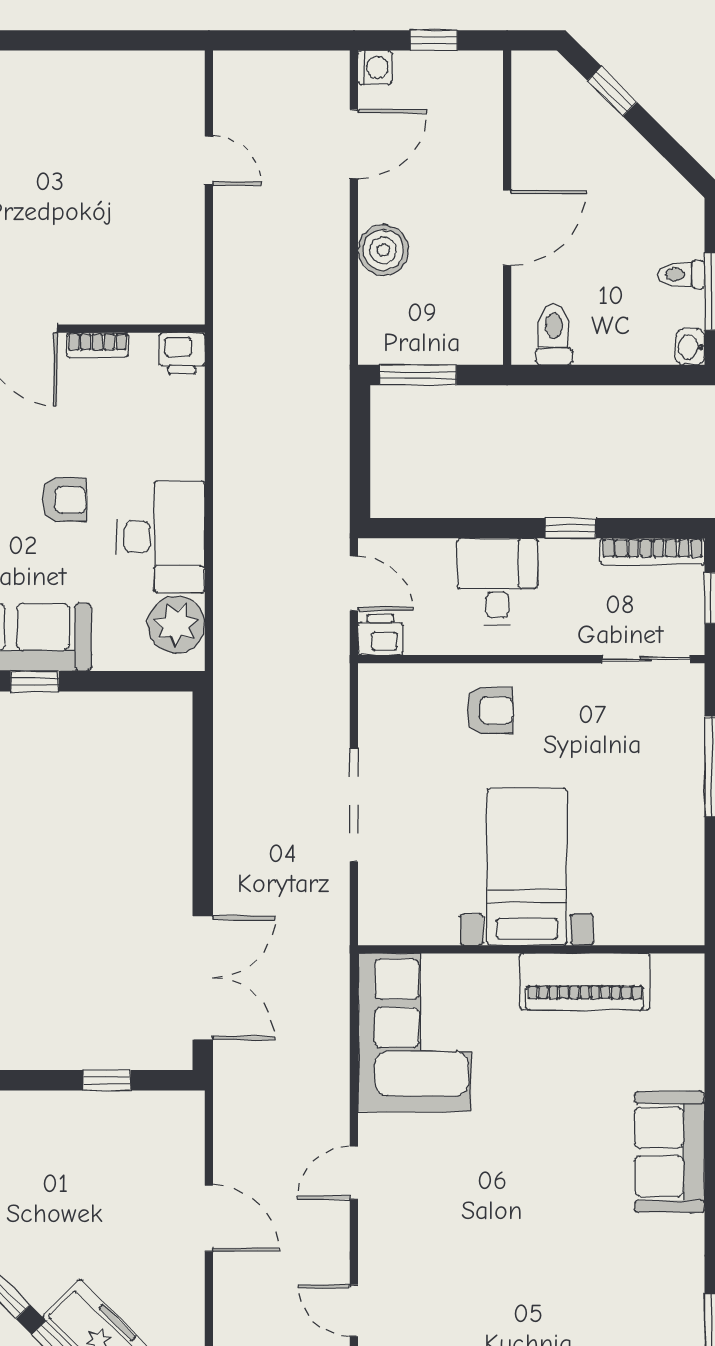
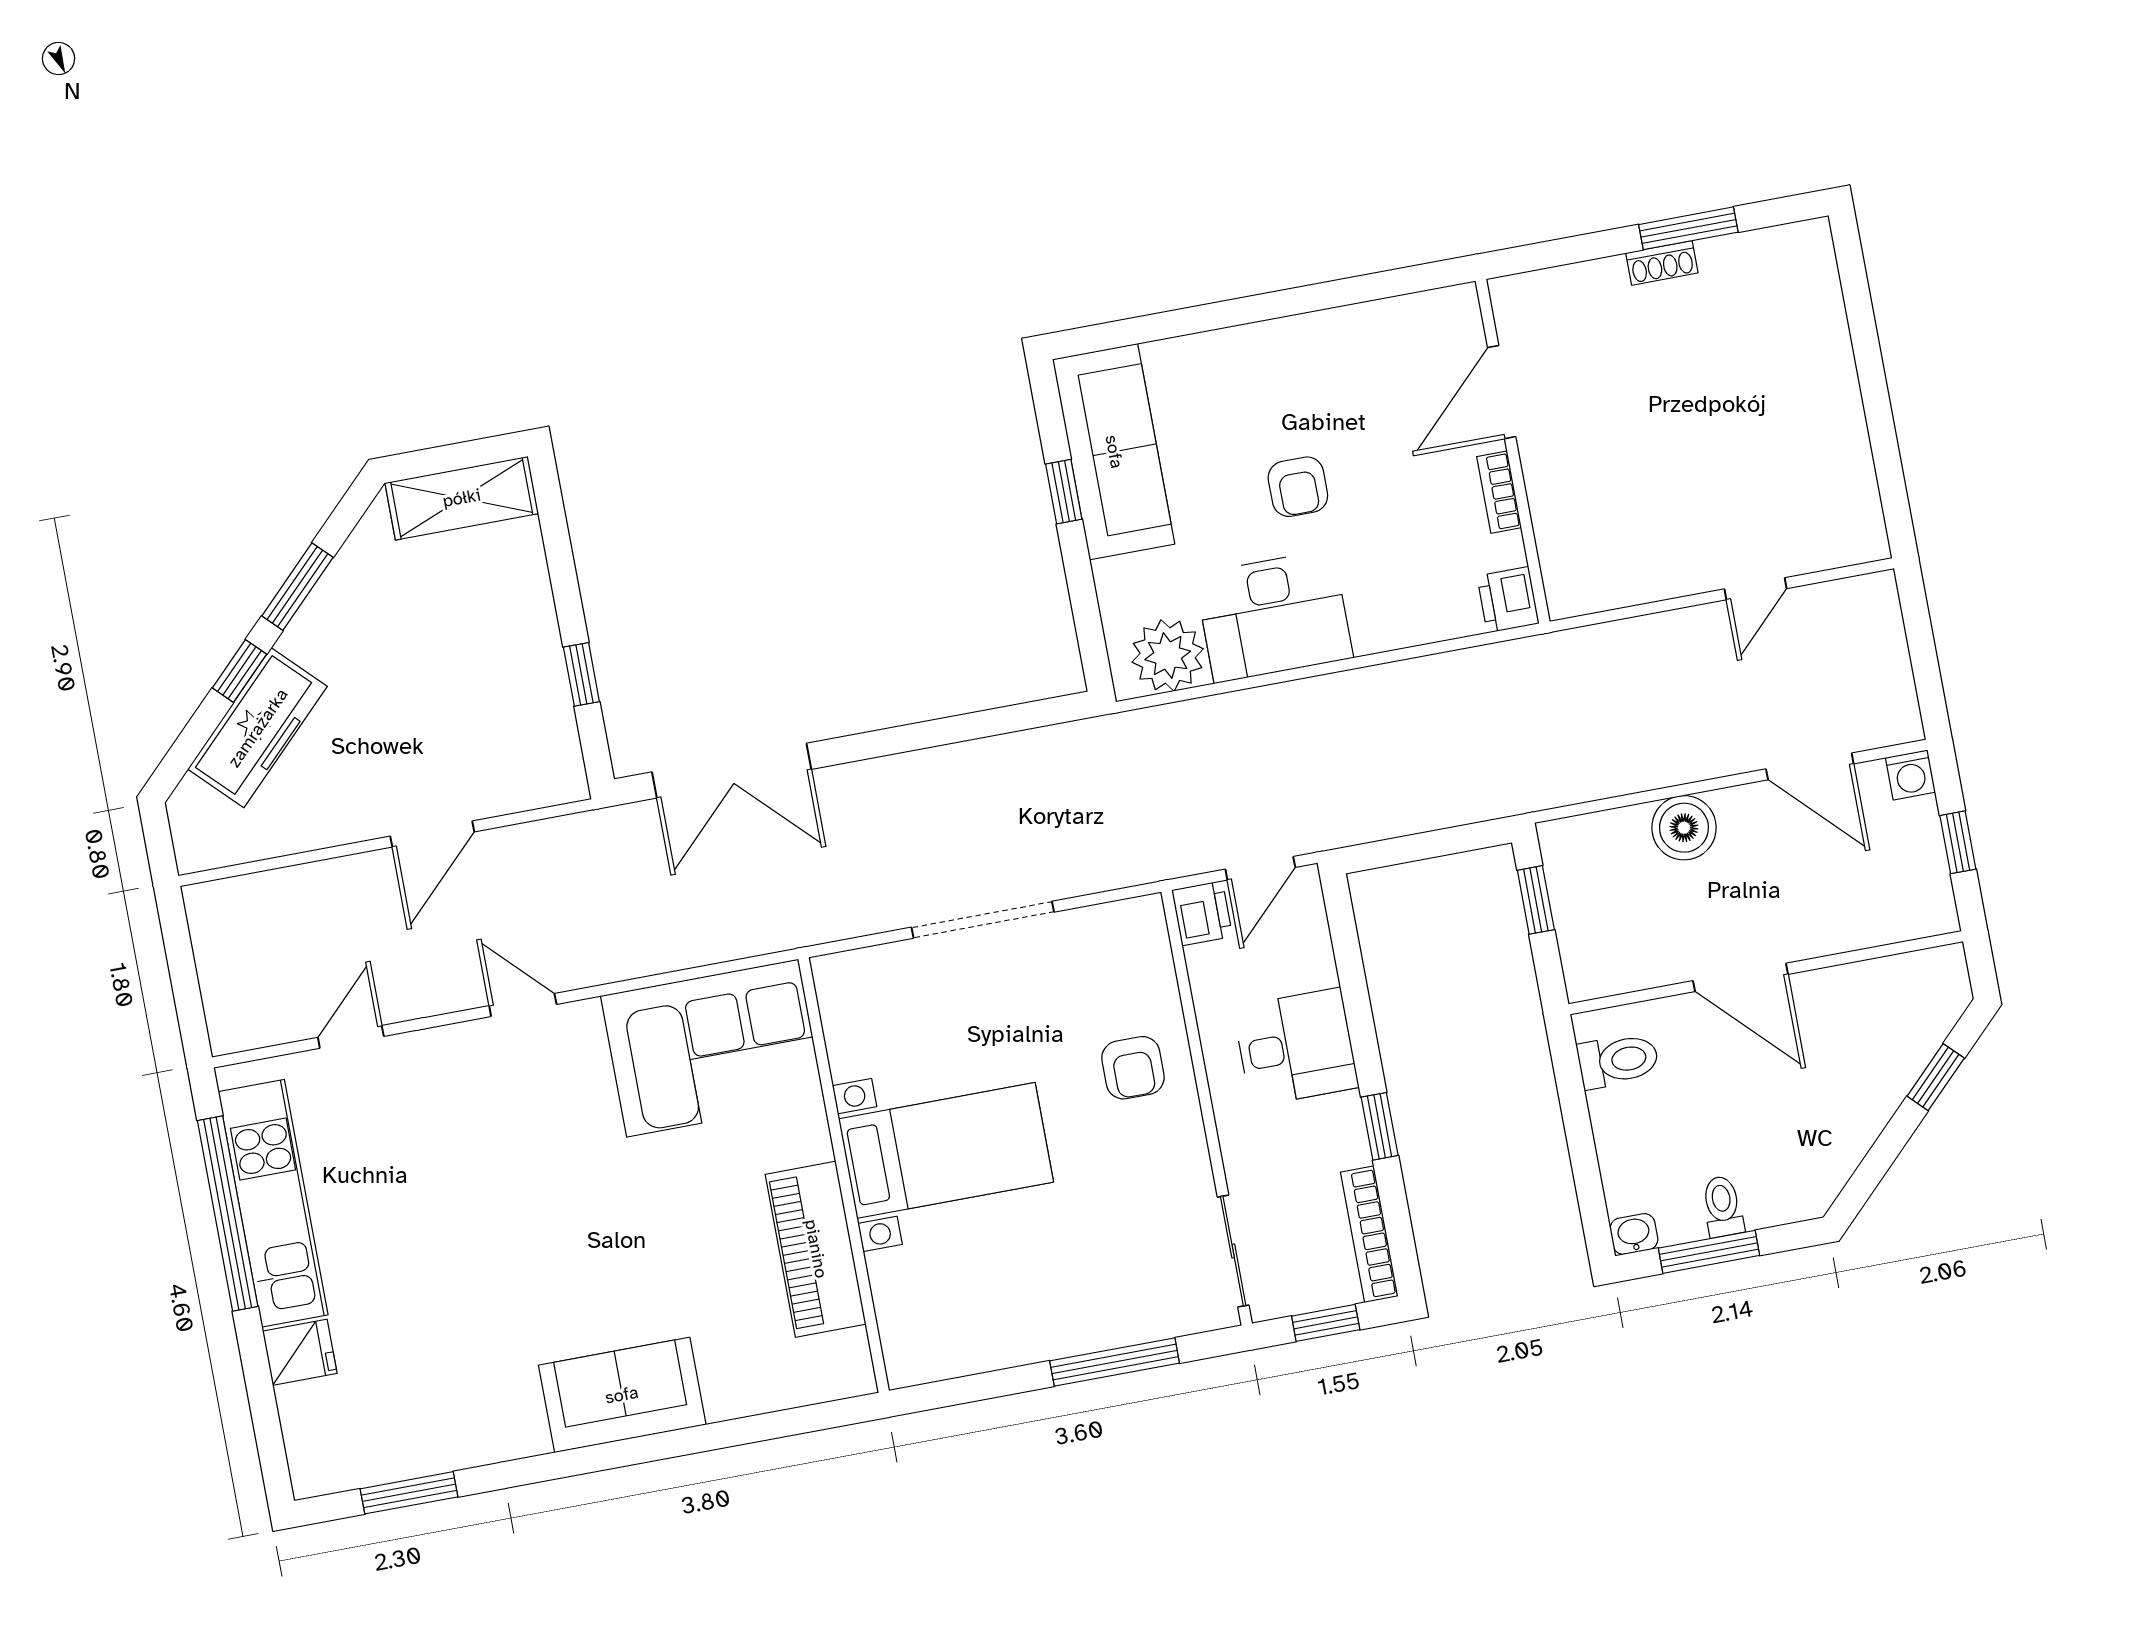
window: (418, 375) -> (1536, 900), width x0.67

